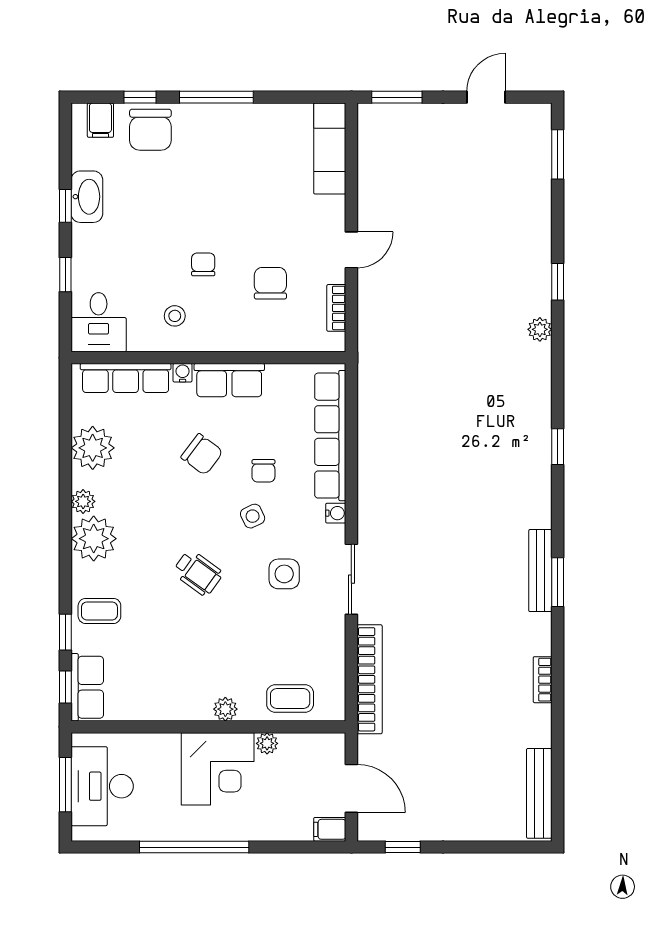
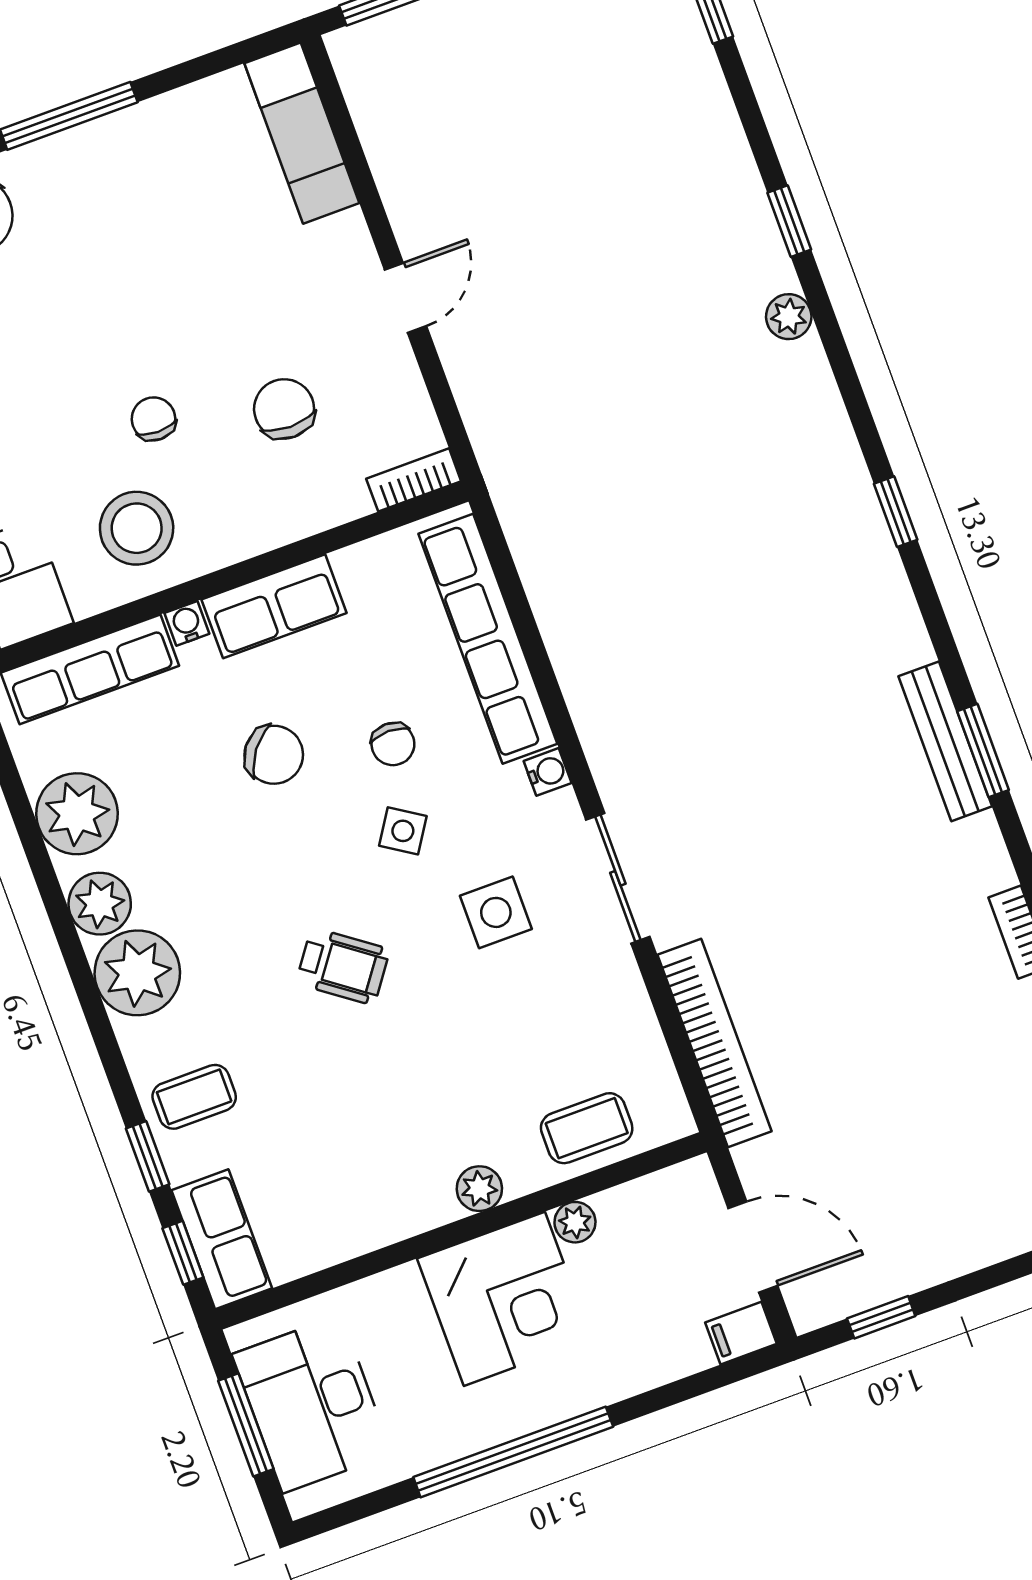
bookcase: (336, 308) -> (414, 480), moved, turned 90
stool: (175, 316) -> (137, 528), width x1.89, depth x1.89
plant: (83, 501) -> (100, 904), width x1.38, depth x1.38
side table: (253, 516) -> (403, 831), turned -32

